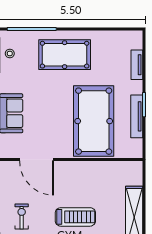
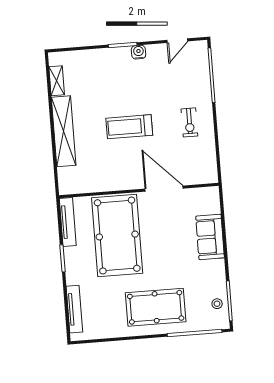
tv unit: (137, 65) -> (74, 309), width x1.41
tv unit: (137, 116) -> (68, 222), moved
door: (37, 160) -> (164, 189), moved

